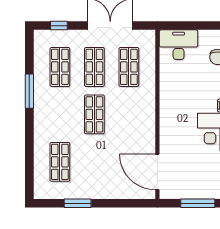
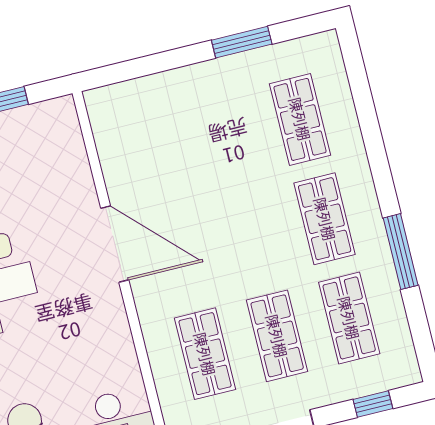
shop shelf: (94, 114) -> (325, 219), moved
door: (157, 172) -> (115, 244), moved

